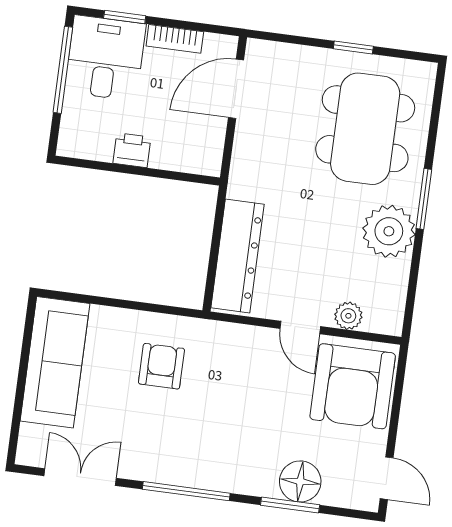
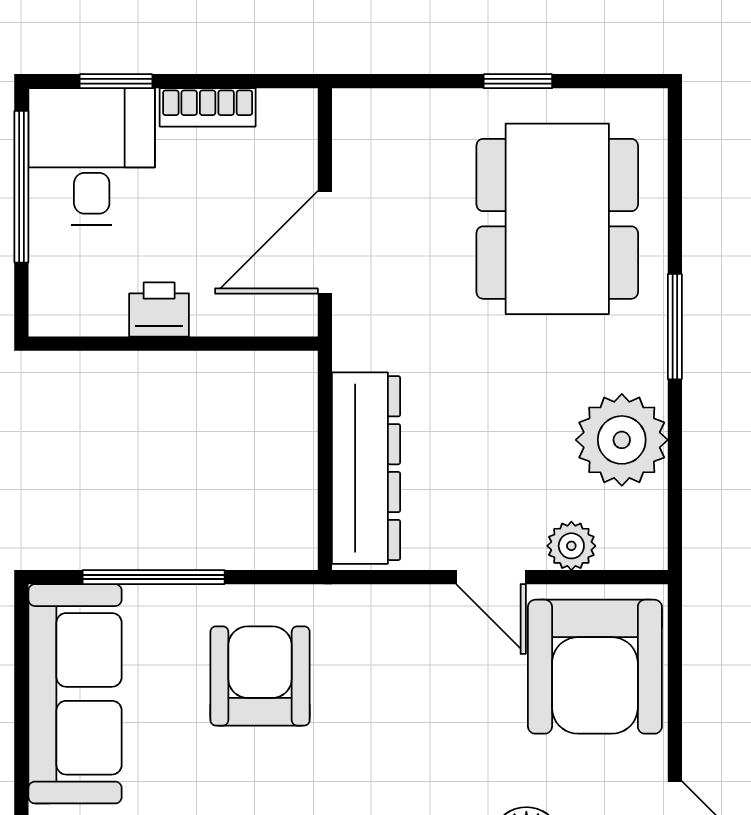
door: (236, 89) -> (325, 242), moved
plant: (389, 231) -> (622, 440), moved
window: (108, 302) -> (154, 577), added
armchair: (161, 366) -> (260, 676), width x1.38, depth x1.38

